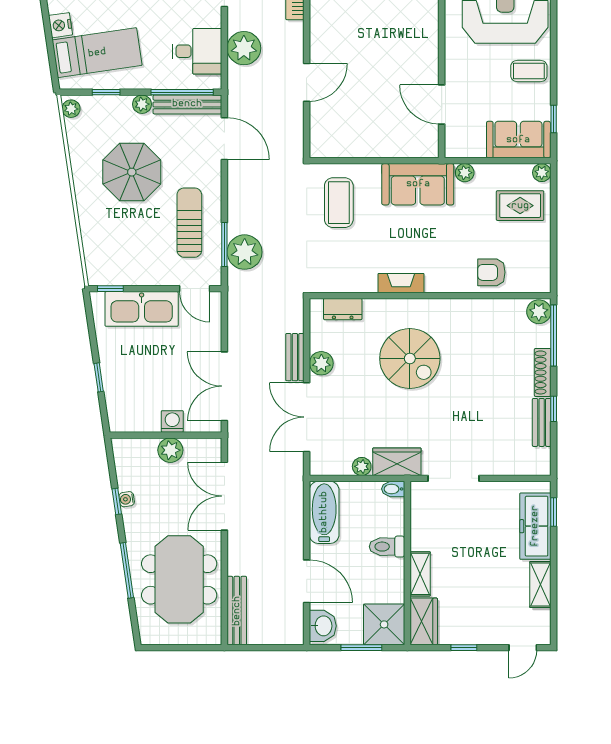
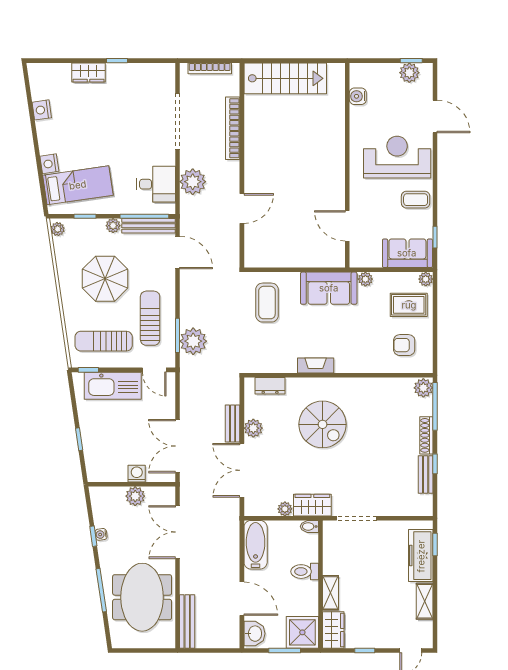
sun lounger: (130, 252) -> (104, 341), added
armchair: (491, 272) -> (404, 345), moved

